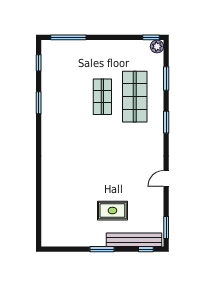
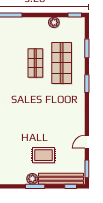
plant: (157, 46) -> (54, 22), moved
door: (166, 178) -> (87, 142), moved
plant: (99, 240) -> (32, 179), added

